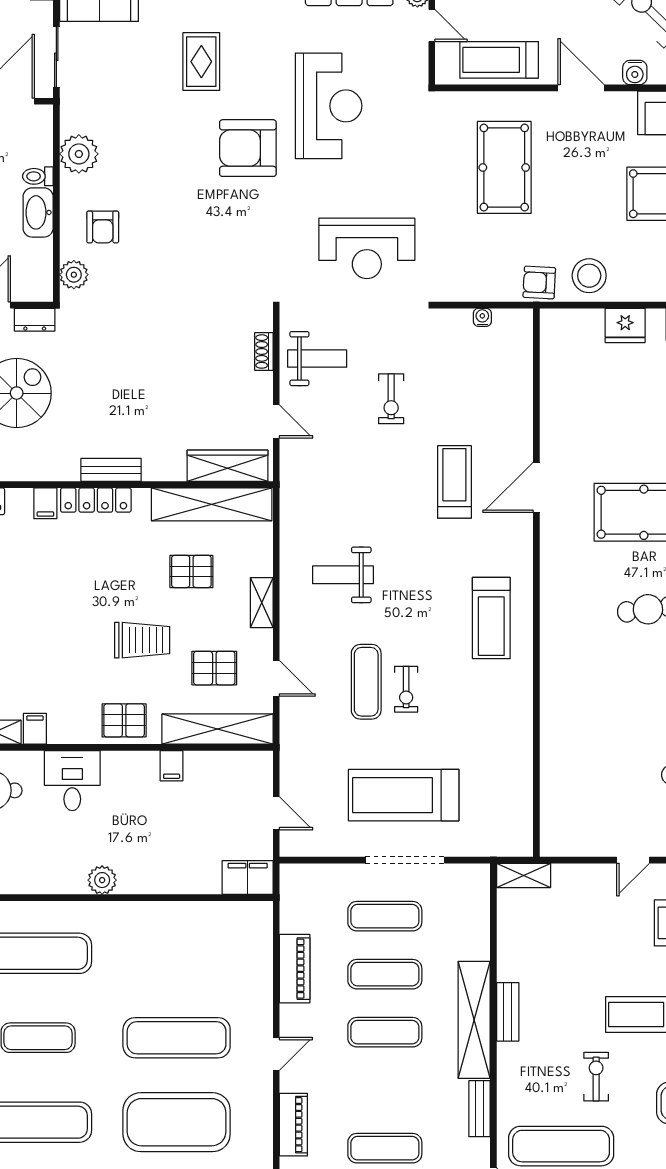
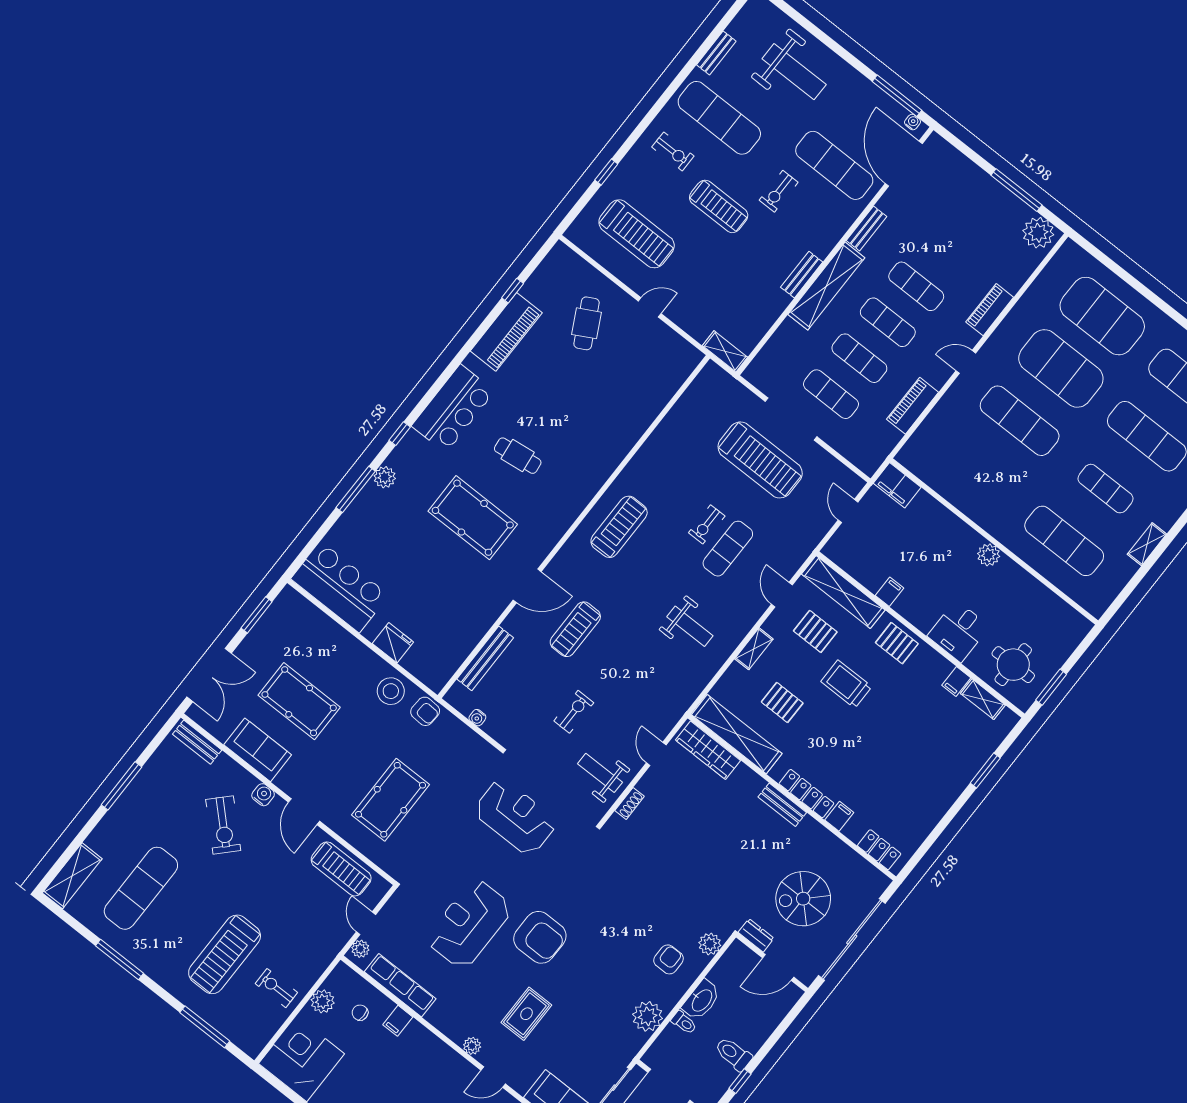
bench: (521, 382) -> (485, 658), added
exercise bike: (406, 689) -> (707, 524), turned 180
exercise mat: (385, 1148) -> (916, 286), moved

